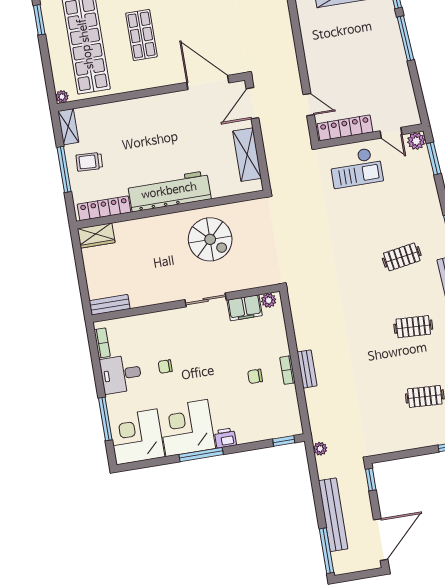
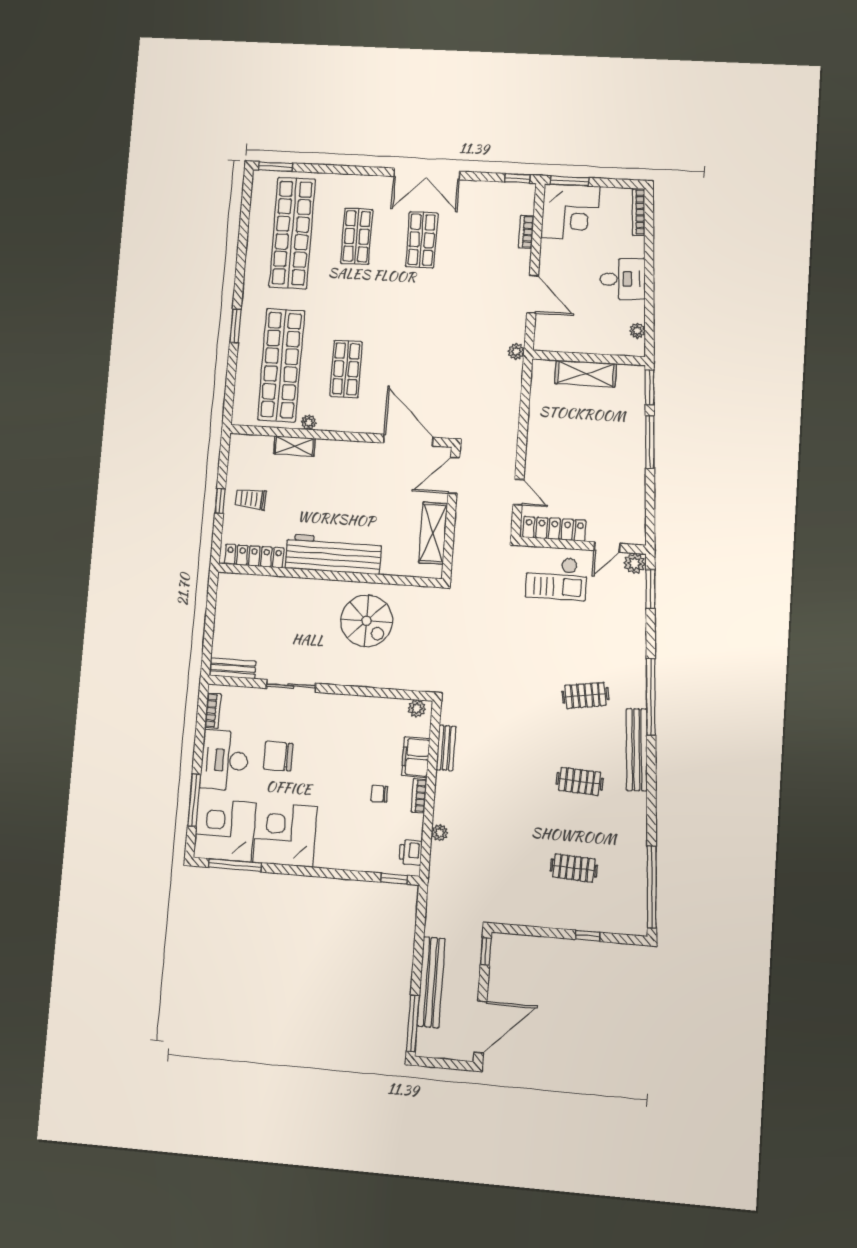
plant: (62, 97) -> (309, 422), moved
shelving: (68, 127) -> (294, 446), moved, turned 90
door: (391, 133) -> (607, 547), hinge flipped
window: (64, 169) -> (220, 501), width x0.46
wardrobe: (96, 236) -> (237, 585), removed
sliding door: (206, 300) -> (291, 686), moved
filing cabinet: (245, 308) -> (416, 757), moved, turned 90
chair: (165, 367) -> (278, 756), width x1.87, depth x1.87
bench: (307, 369) -> (446, 748), moved
desk: (121, 374) -> (224, 760), width x1.37
printer: (225, 438) -> (411, 852), moved, turned -90
plant: (320, 449) -> (440, 833), moved
window: (201, 455) -> (235, 865), moved

